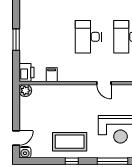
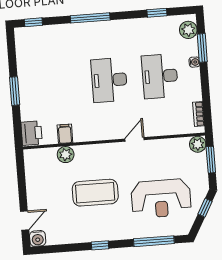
door: (104, 83) -> (134, 139), swing flipped
plant: (25, 91) -> (66, 155), moved
coffee table: (70, 142) -> (95, 193), moved

